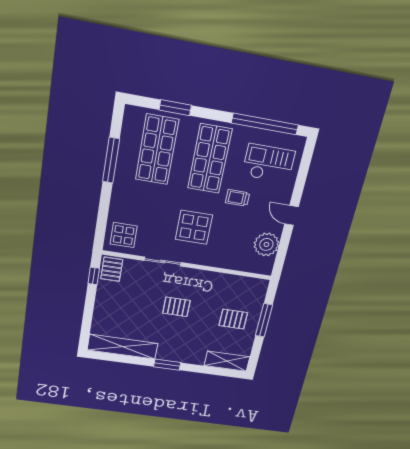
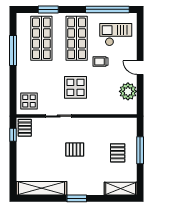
pallet: (233, 319) -> (118, 153), turned 90

